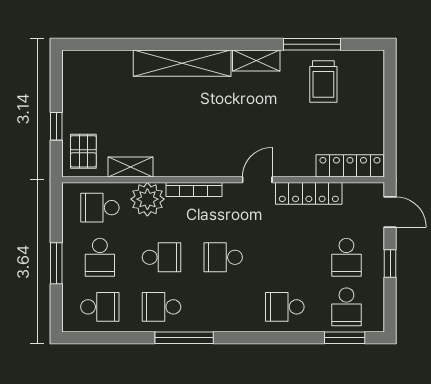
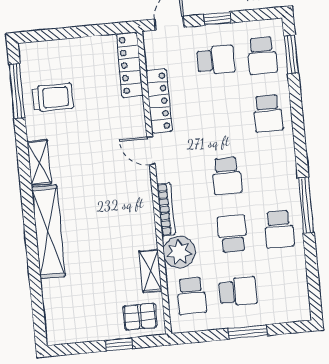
window: (312, 44) -> (17, 91), moved
school desk: (100, 307) -> (285, 287), removed
school desk: (346, 307) -> (262, 56), turned 90

